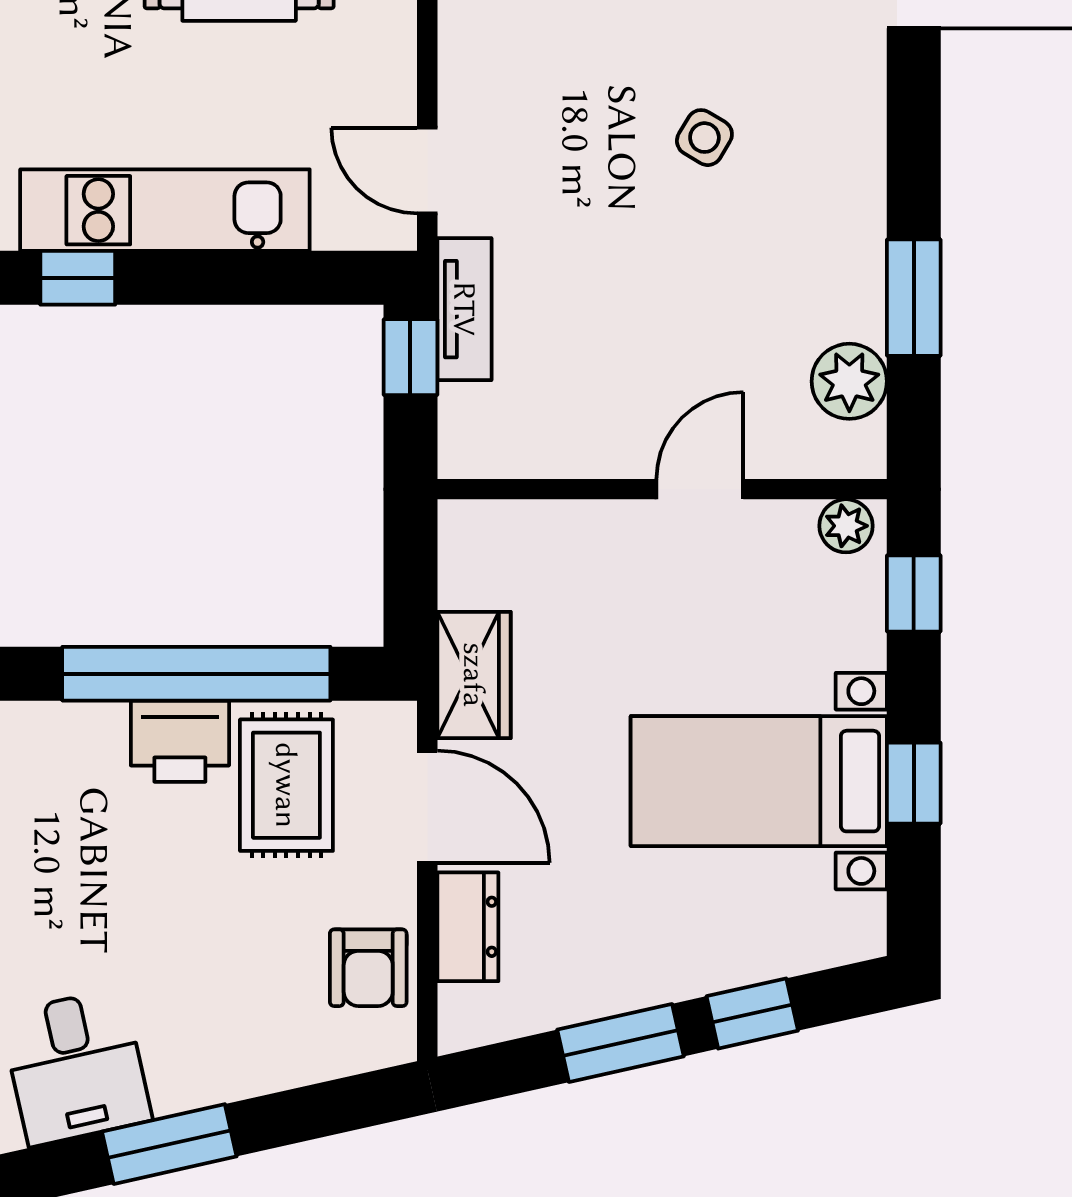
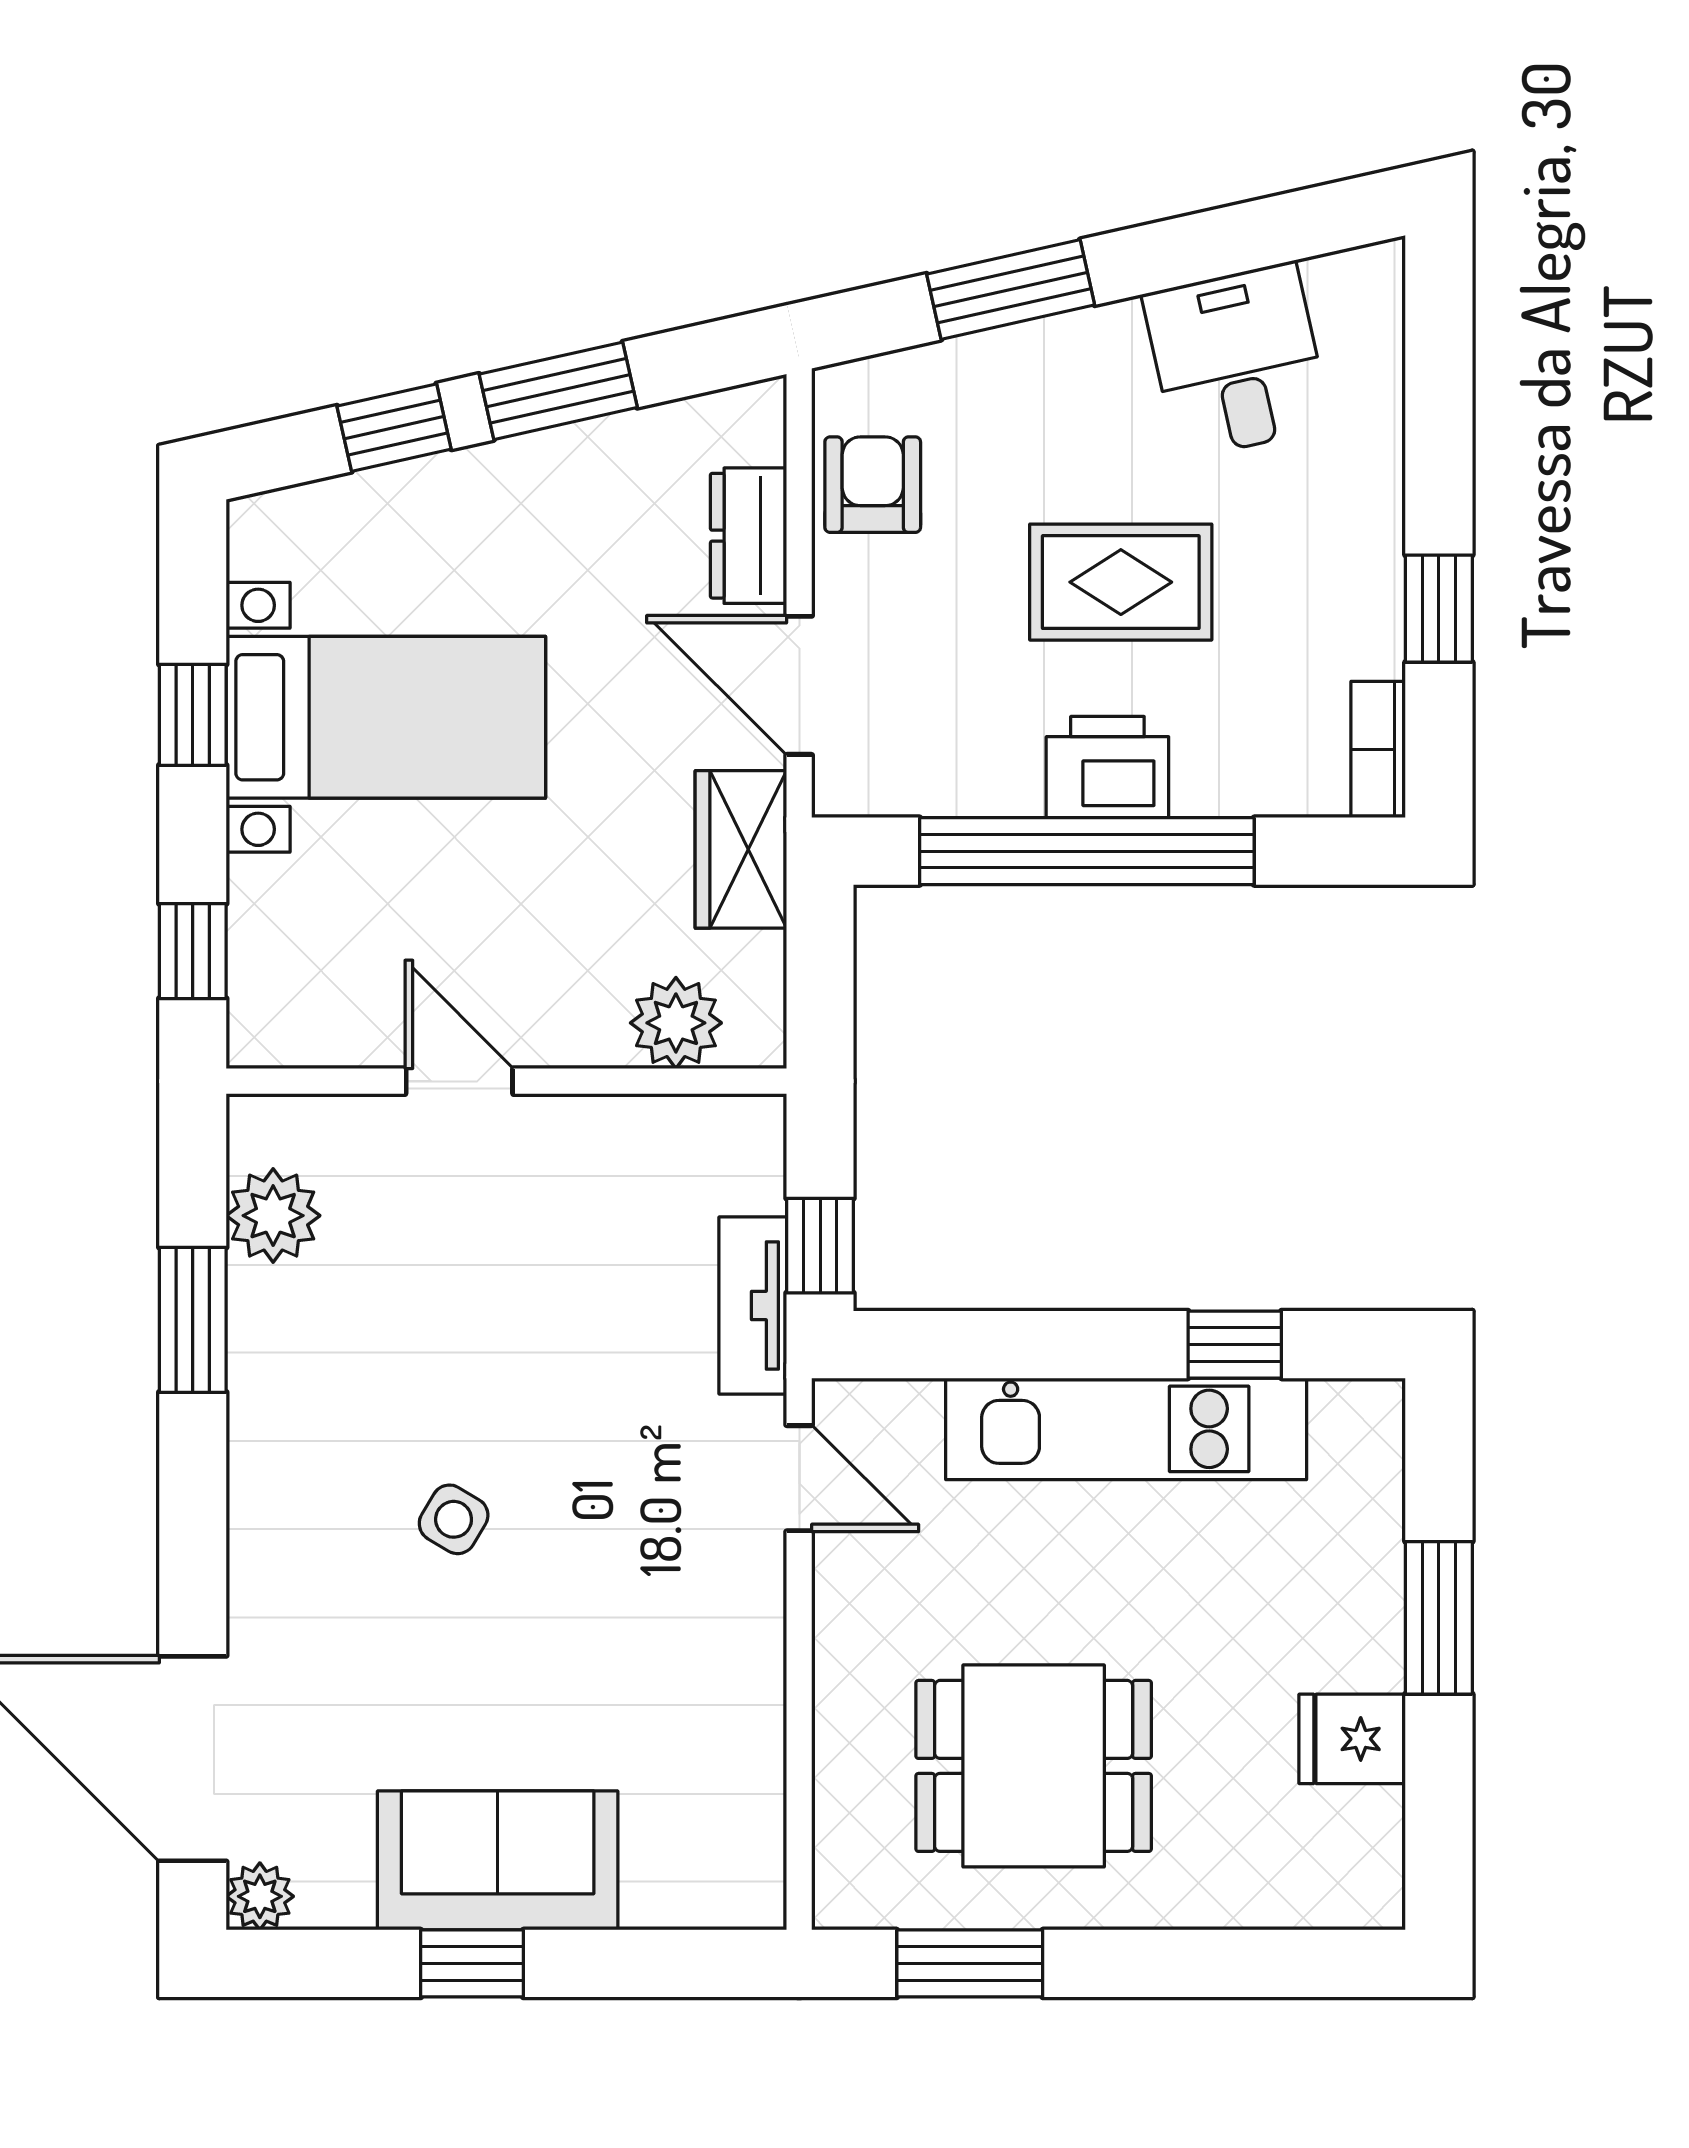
door: (700, 489) -> (459, 1081), swing flipped
plant: (846, 526) -> (676, 1023), moved, width x1.38, depth x1.38
rug: (286, 785) -> (1121, 582), moved, turned 90
window: (169, 1144) -> (1011, 289), moved

